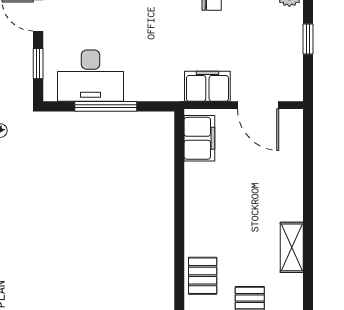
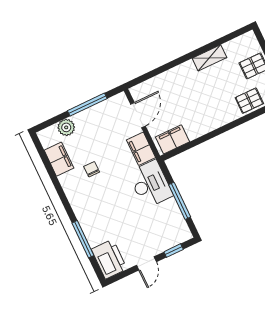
window: (308, 39) -> (87, 105), width x2.17
desk: (91, 76) -> (150, 184), moved

